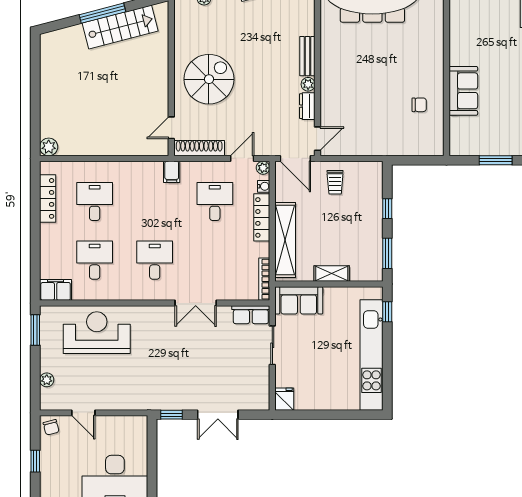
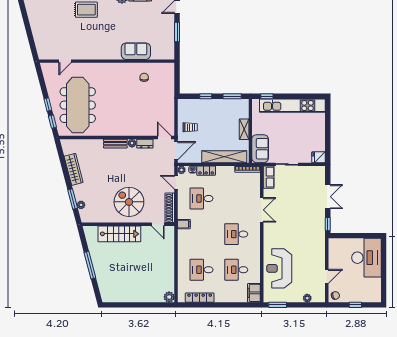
stairs: (120, 27) -> (119, 234), moved, turned 105
locker: (262, 217) -> (206, 171), width x0.66

